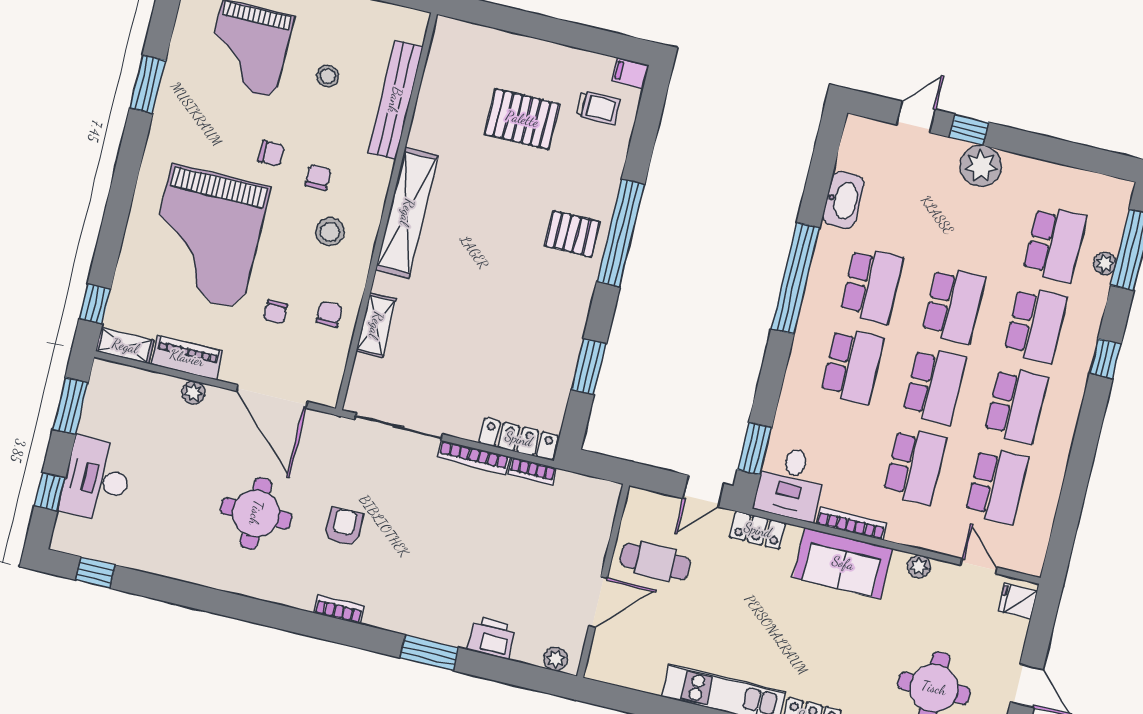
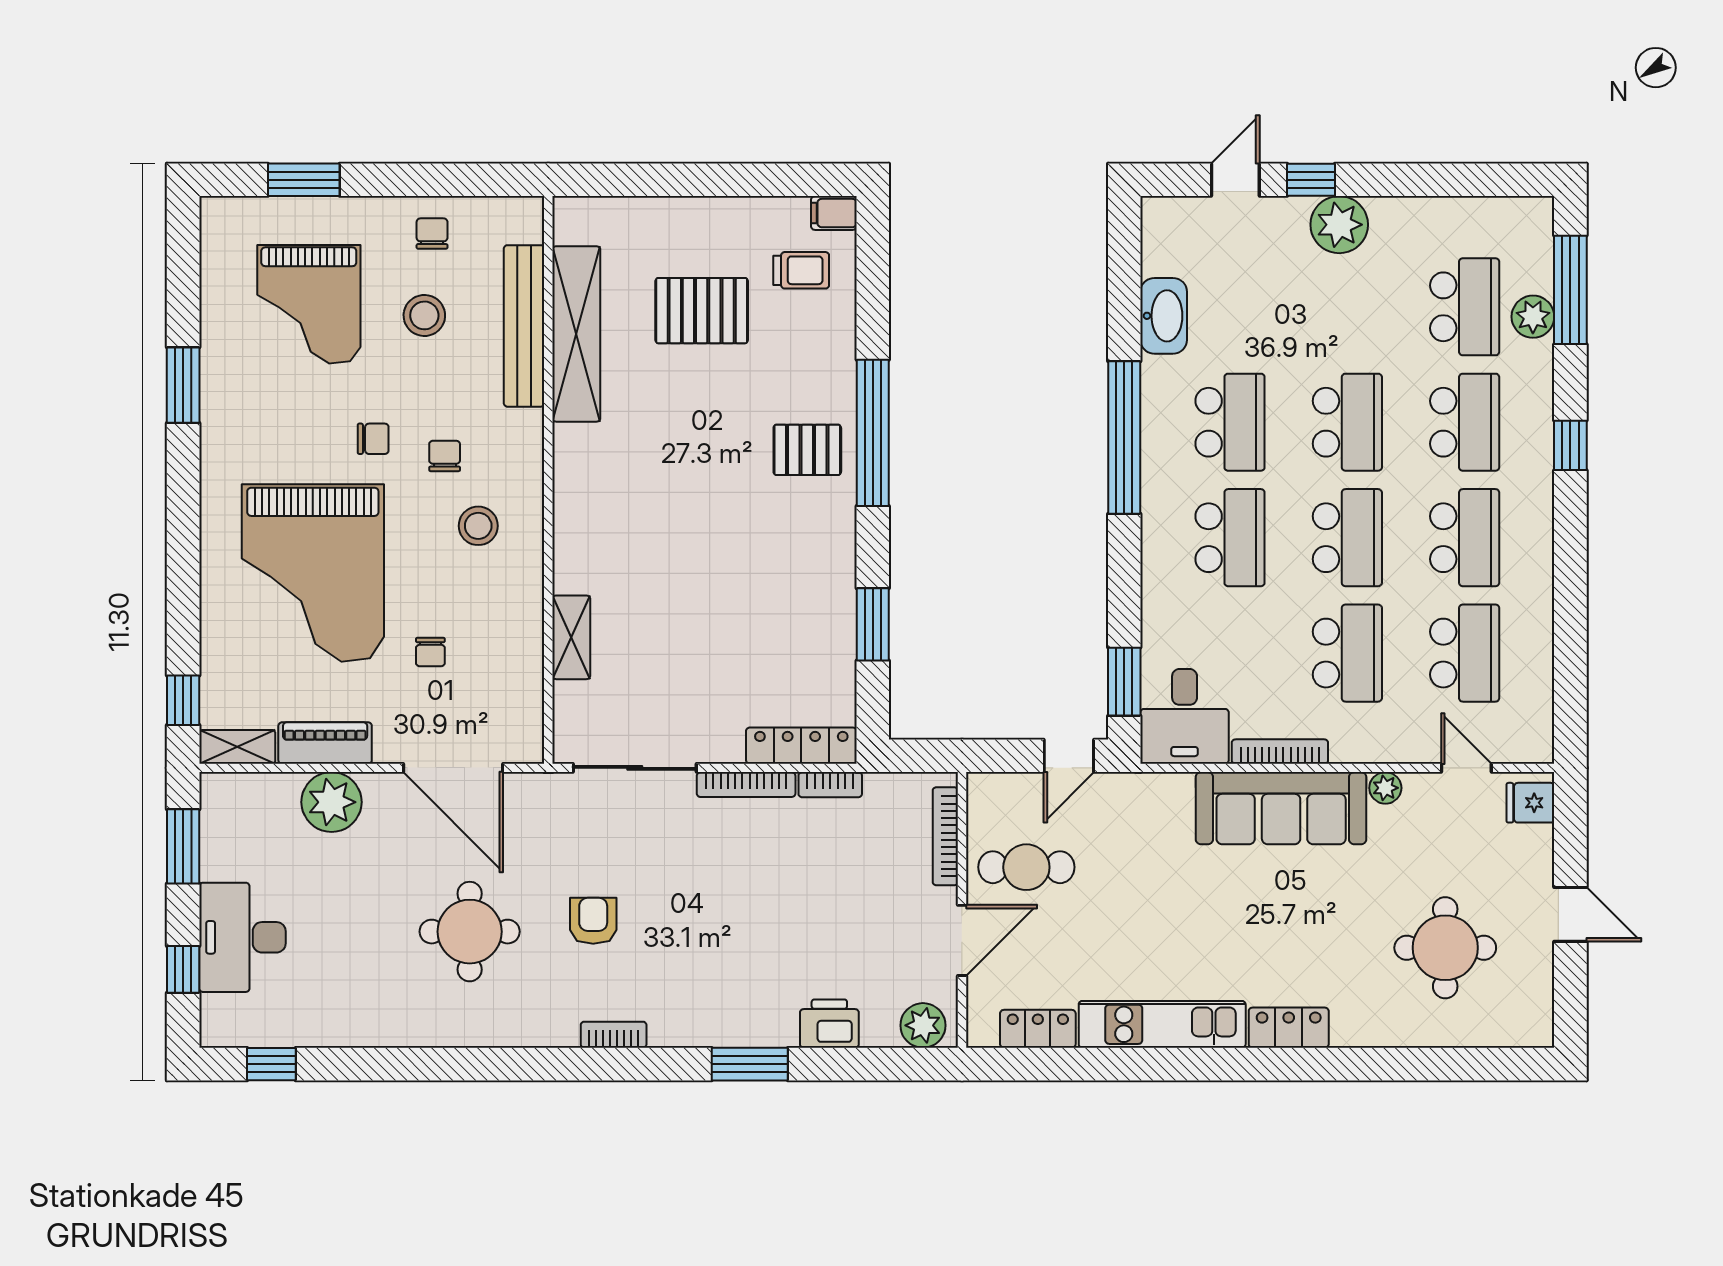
stool: (328, 76) -> (424, 315), width x1.37, depth x1.37
shelving: (407, 212) -> (576, 334), moved
plant: (1105, 263) -> (1533, 317), width x1.38, depth x1.38
chair: (329, 314) -> (432, 234), moved
plant: (193, 392) -> (332, 802), width x1.88, depth x1.88
bookcase: (604, 527) -> (945, 836), added
locker: (758, 530) -> (1038, 1029), moved, turned 180
sofa: (843, 563) -> (1281, 808), width x1.36
plant: (555, 659) -> (923, 1025), width x1.38, depth x1.38

